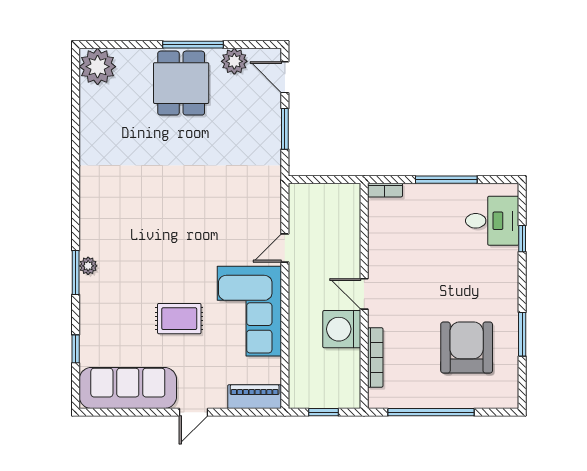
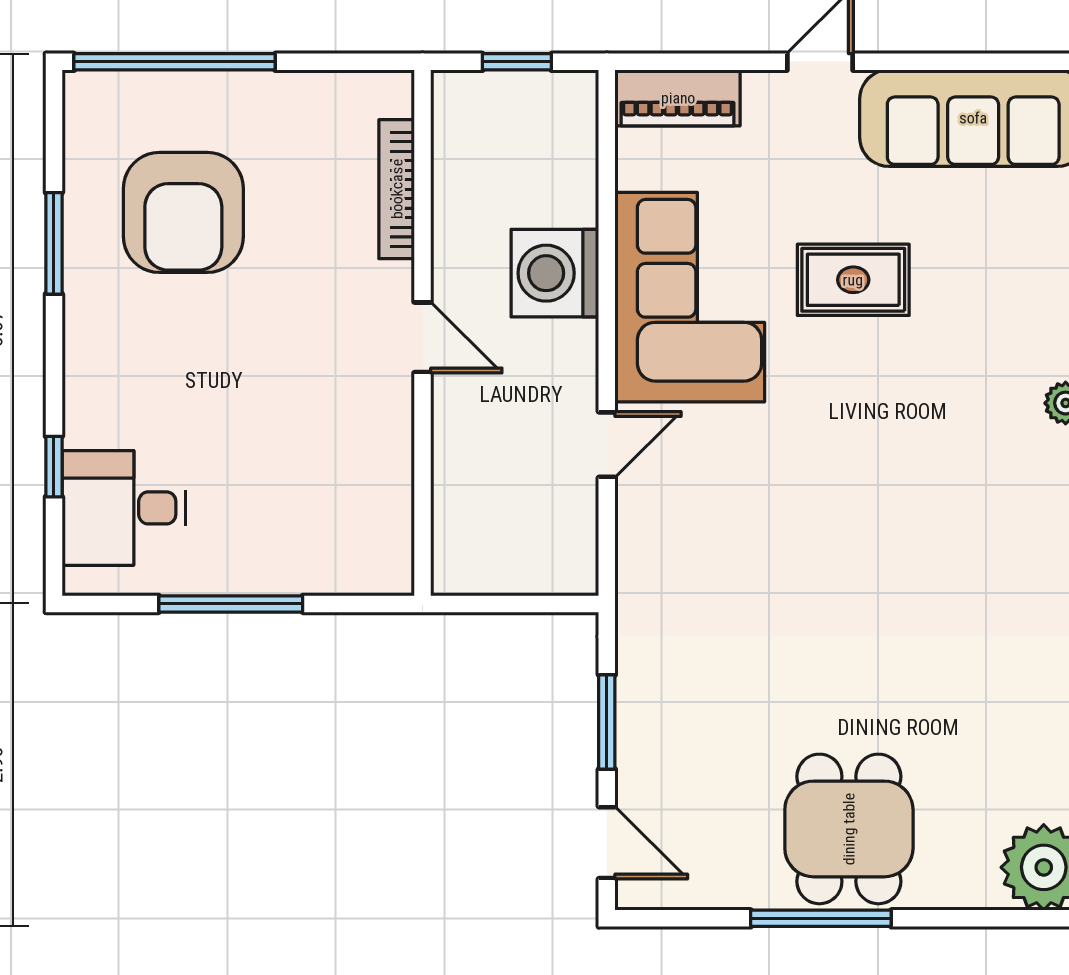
plant: (234, 61) -> (725, 880), removed
bookcase: (385, 190) -> (374, 580), removed
washing machine: (342, 329) -> (555, 273), moved, turned 180
window: (431, 412) -> (175, 62), moved

